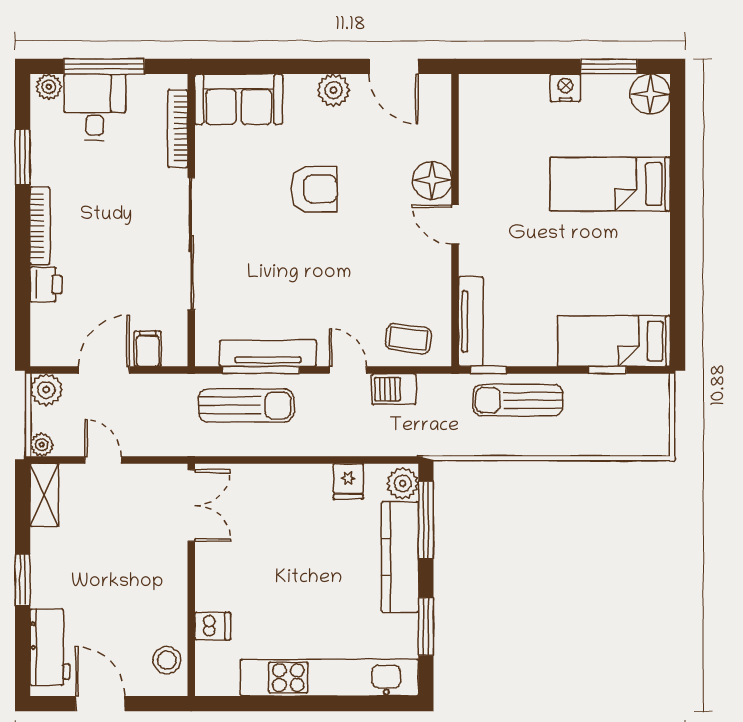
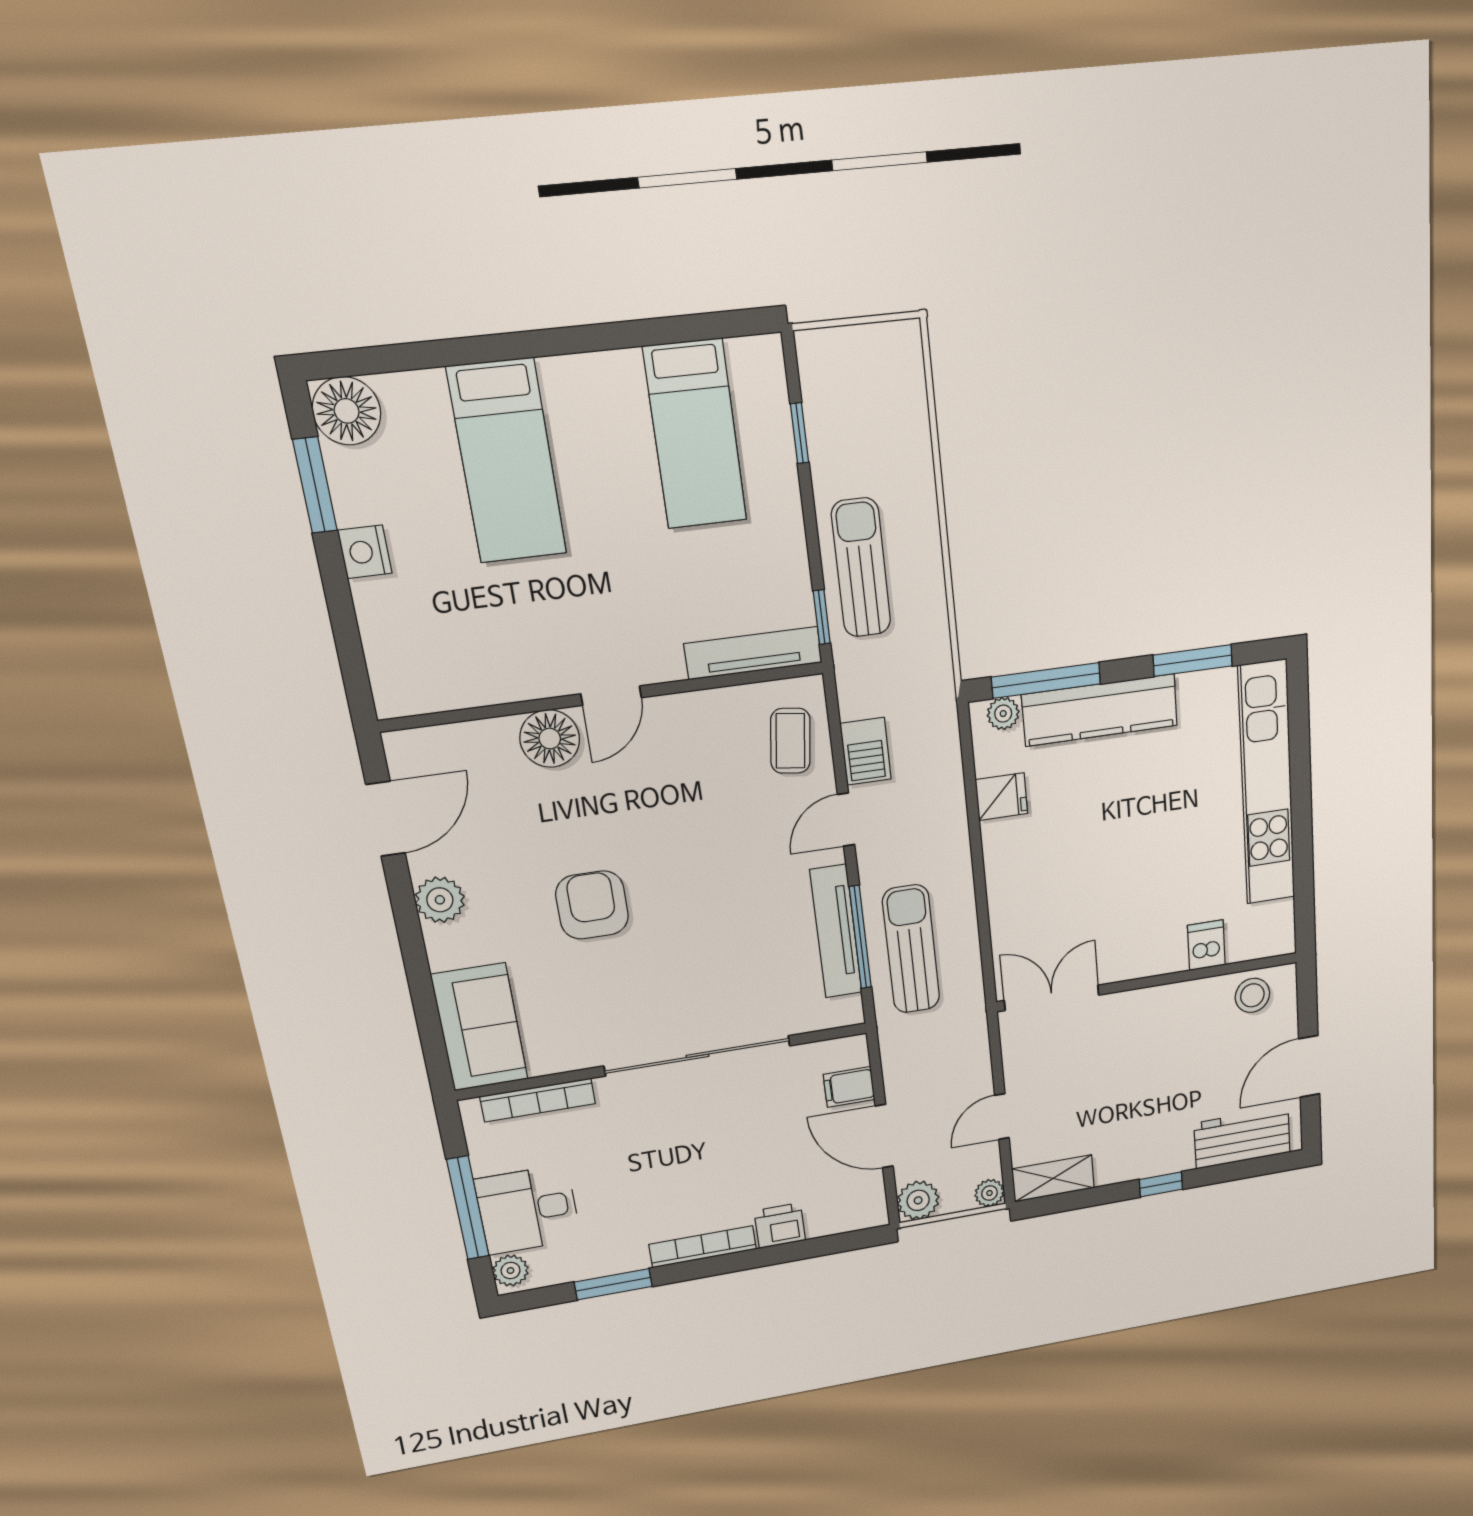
bed: (614, 341) -> (695, 434), moved
sun lounger: (518, 400) -> (861, 568), turned 180
plant: (403, 483) -> (1003, 714), width x0.73, depth x0.73
window: (23, 580) -> (1161, 1184), width x0.67

